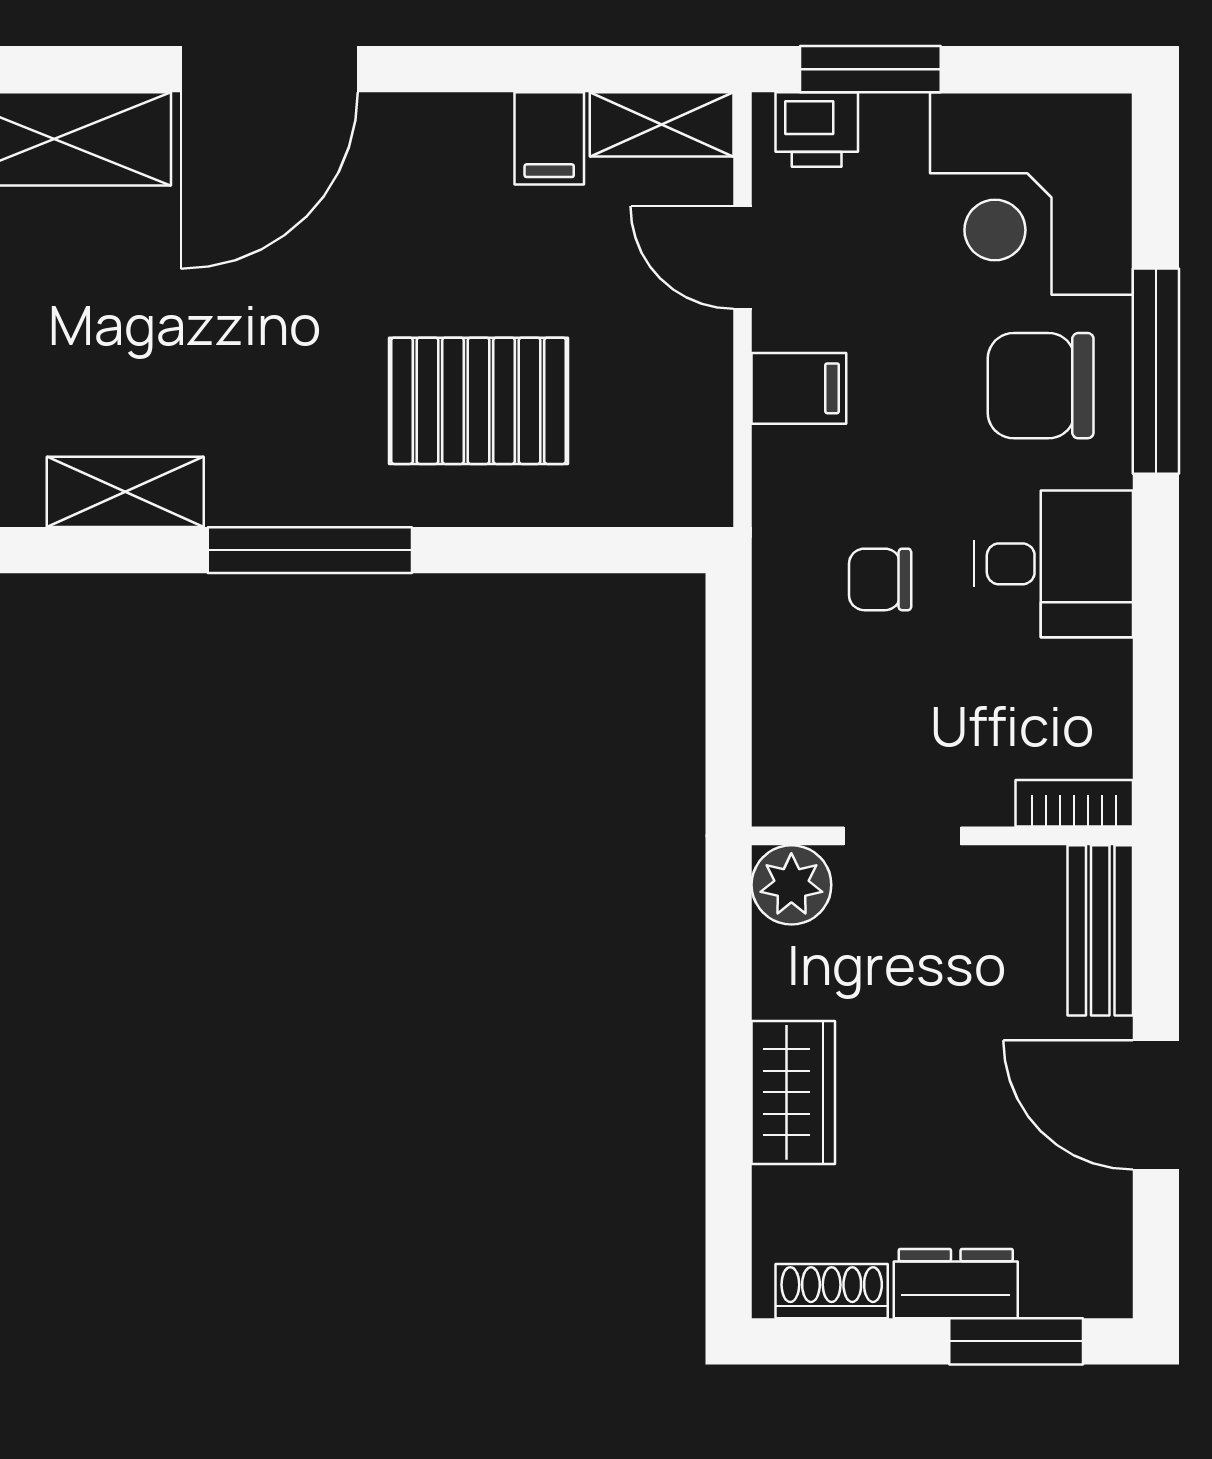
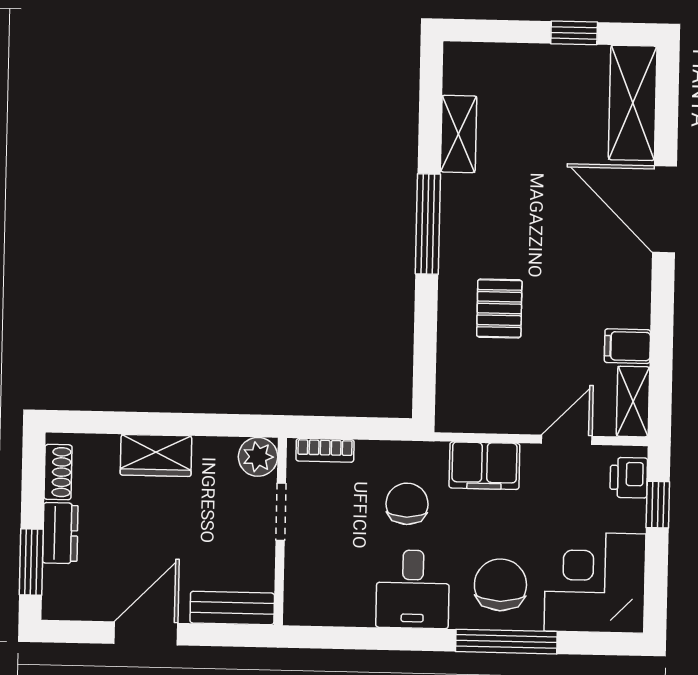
window: (870, 69) -> (658, 505), width x0.67
filing cabinet: (799, 388) -> (484, 466), width x2.00
pallet: (479, 401) -> (499, 308), width x0.67, depth x0.71
chair: (880, 579) -> (407, 504), width x1.37, depth x1.37
bookcase: (1074, 803) -> (325, 450), moved, turned 90

